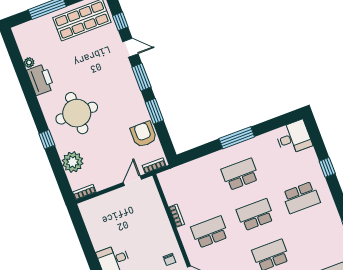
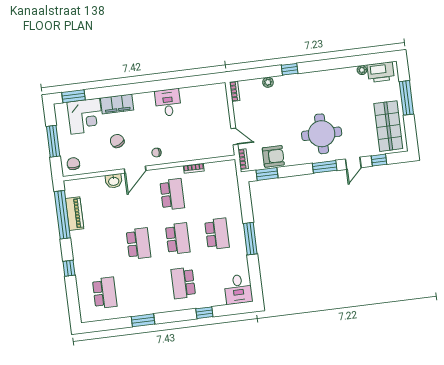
printer: (41, 80) -> (381, 72), moved
window: (154, 111) -> (267, 174), moved
round table: (77, 113) -> (322, 134), moved
plant: (73, 162) -> (268, 82), width x0.53, depth x0.53

